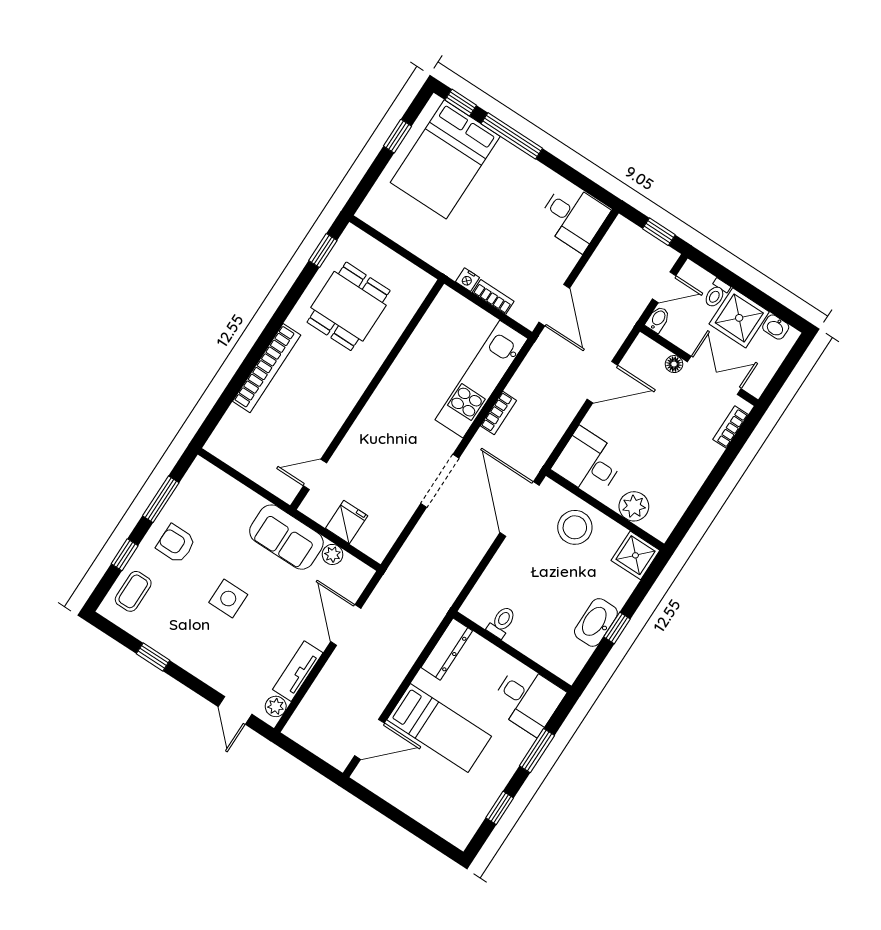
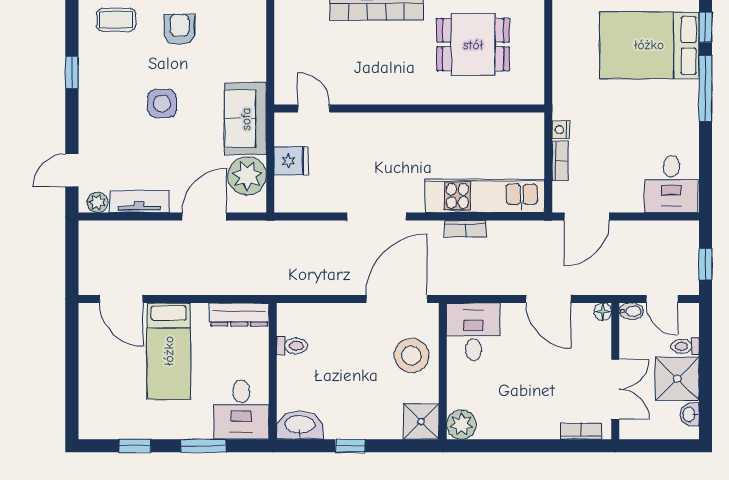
floor lamp: (674, 364) -> (603, 312), moved
plant: (634, 506) -> (461, 425), moved
plant: (333, 554) -> (247, 176), width x1.88, depth x1.88
washbasin: (596, 622) -> (300, 425), moved

